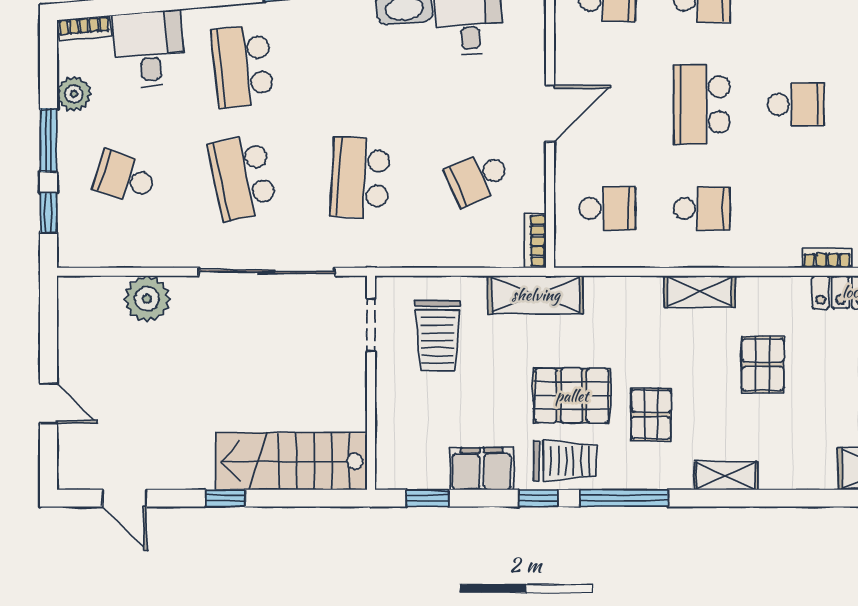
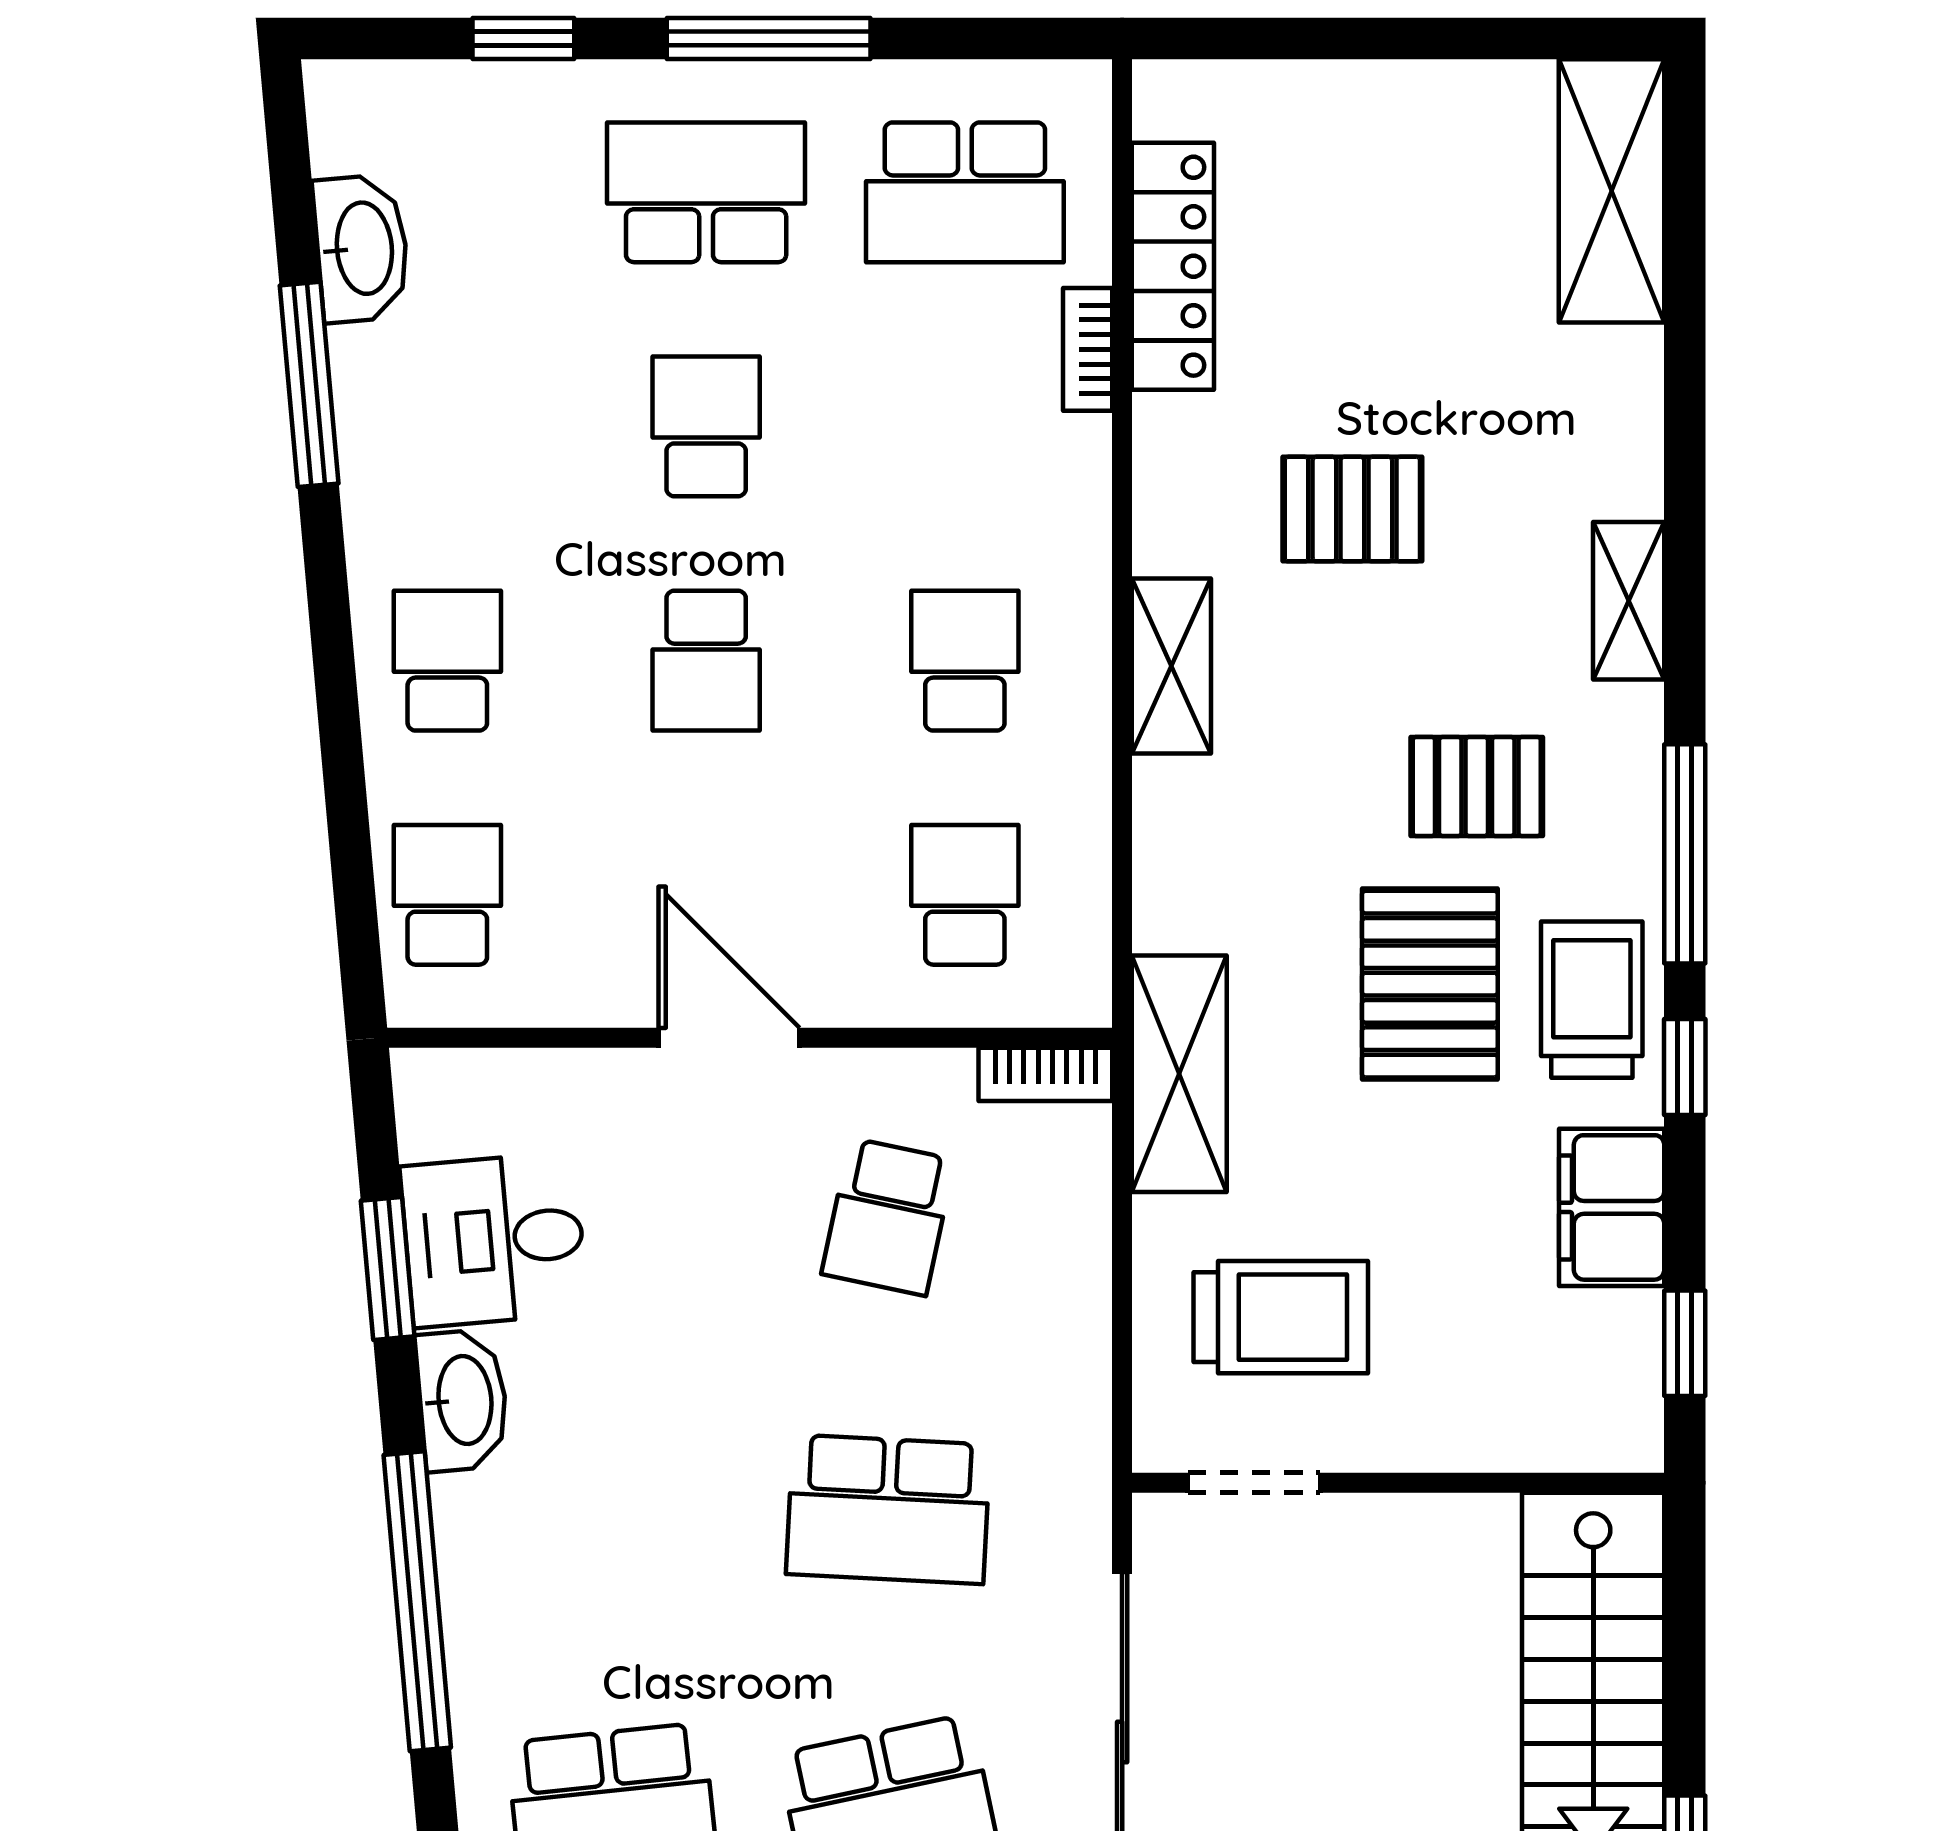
school desk: (702, 104) -> (706, 661), width x0.54
school desk: (478, 178) -> (888, 1217), turned 36

